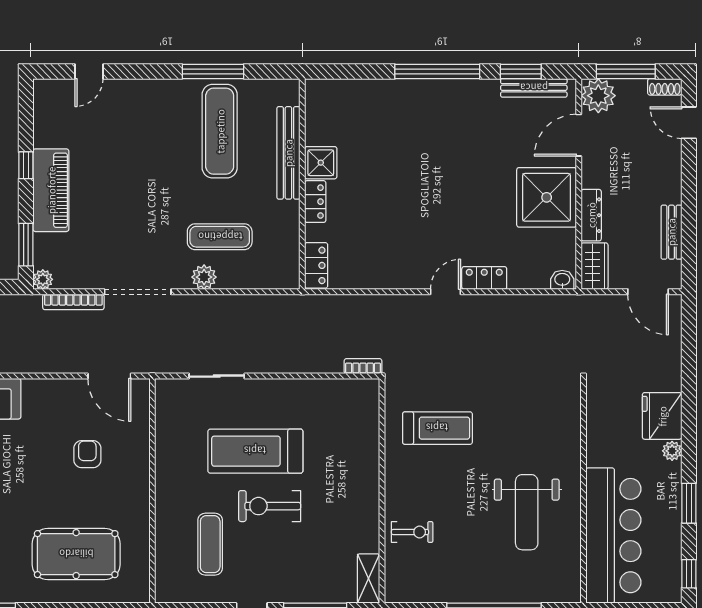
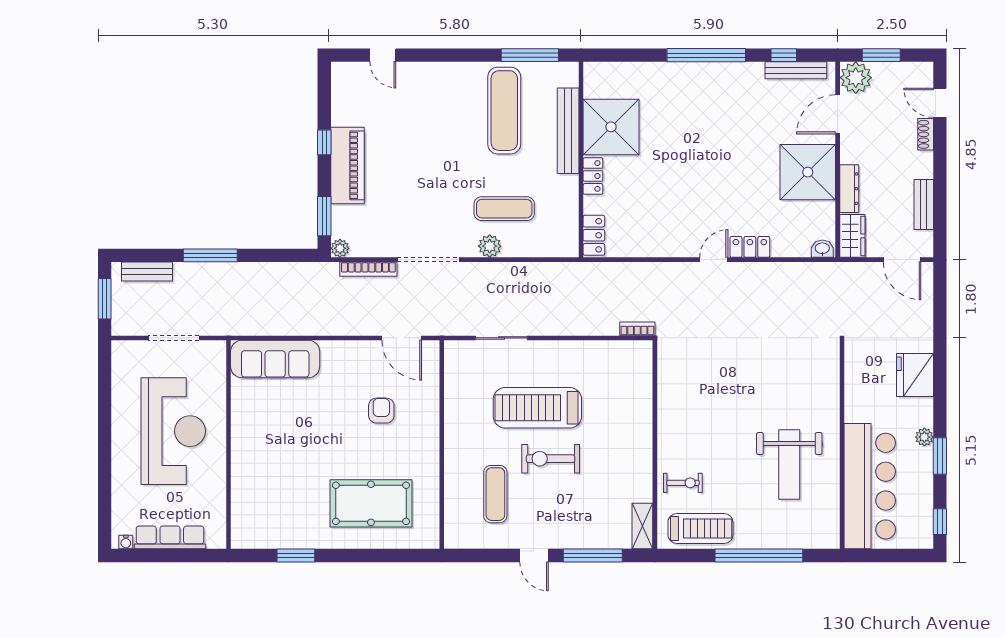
door: (89, 71) -> (383, 55), hinge flipped
window: (213, 71) -> (530, 55), moved
window: (521, 71) -> (784, 55), width x0.67
window: (626, 71) -> (881, 55), width x0.69
shoe rack: (665, 87) -> (926, 134), moved, turned 90
shower: (321, 163) -> (611, 127), width x1.86, depth x1.86
treadmill: (437, 428) -> (700, 529), moved
plant: (672, 451) -> (924, 437), moved

